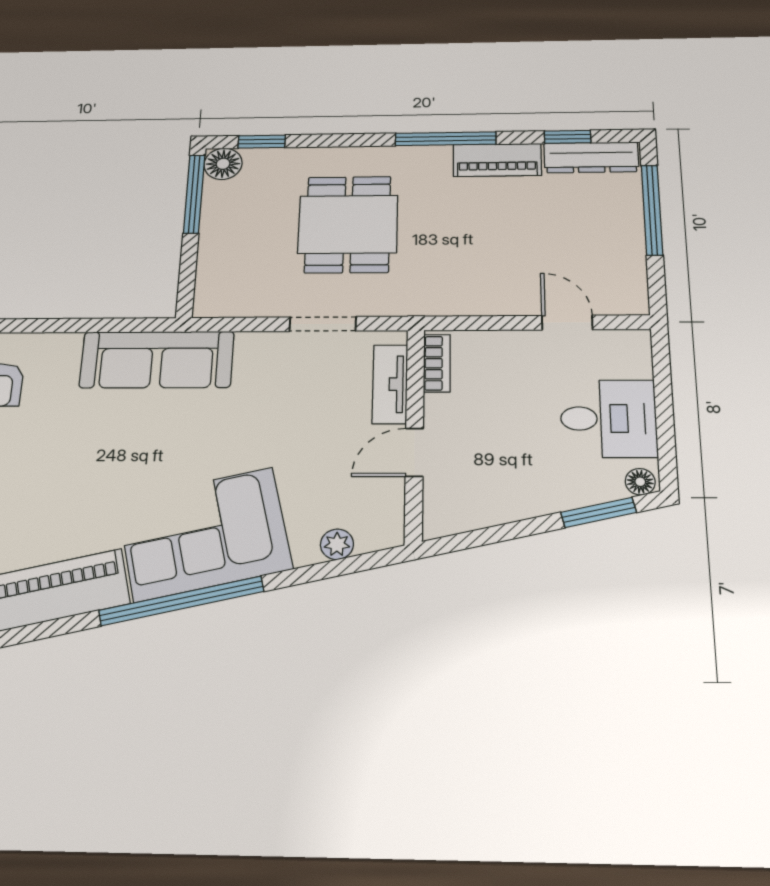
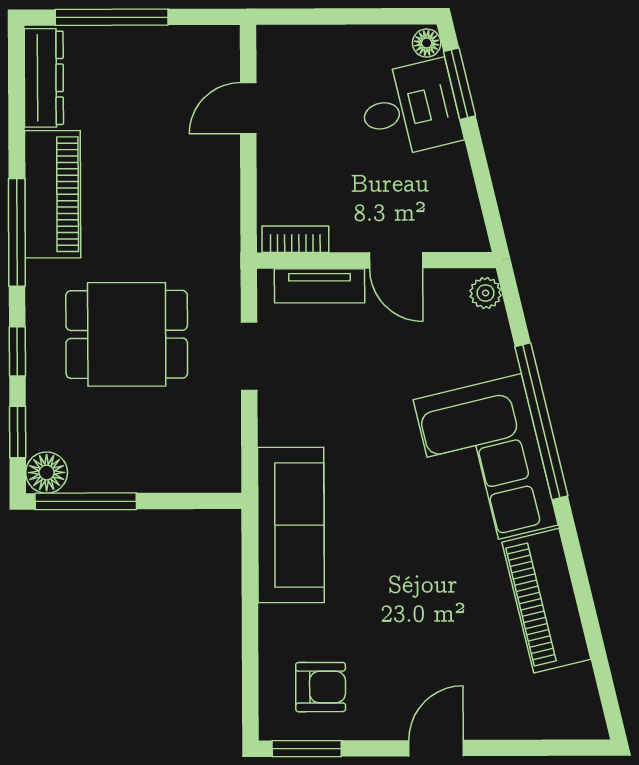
window: (568, 137) -> (17, 351), moved
piano: (497, 160) -> (53, 194), width x1.37, depth x1.33
desk: (608, 419) -> (410, 109), moved, turned 77
plant: (337, 544) -> (486, 293), moved
window: (181, 601) -> (541, 421), moved

